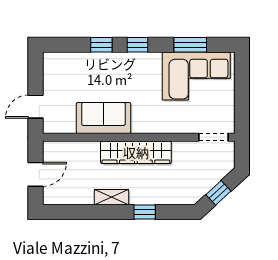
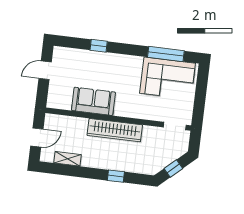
window: (137, 45) -> (126, 49), removed
window: (190, 45) -> (166, 54), width x1.44
door: (36, 107) -> (45, 70), moved
shelving: (112, 197) -> (68, 159), moved

